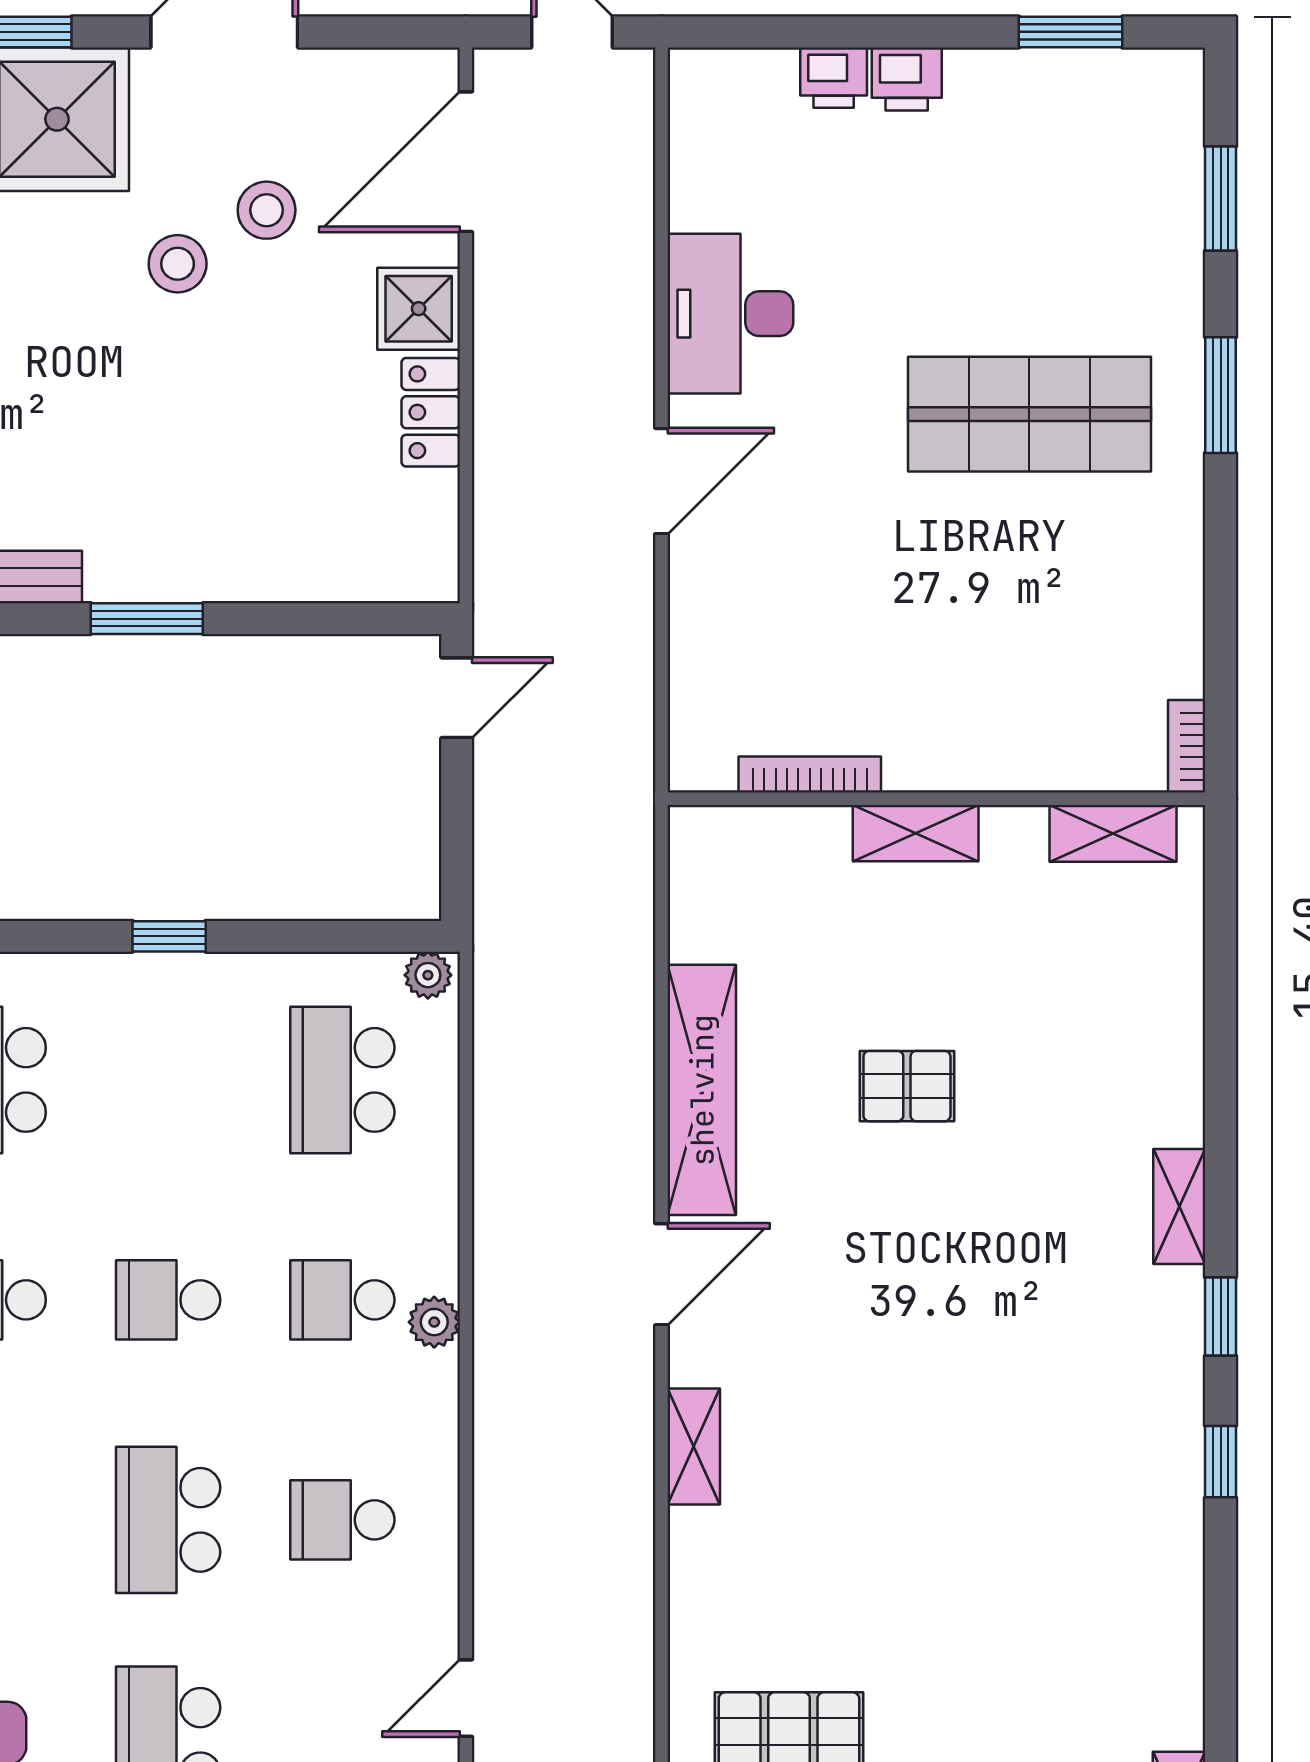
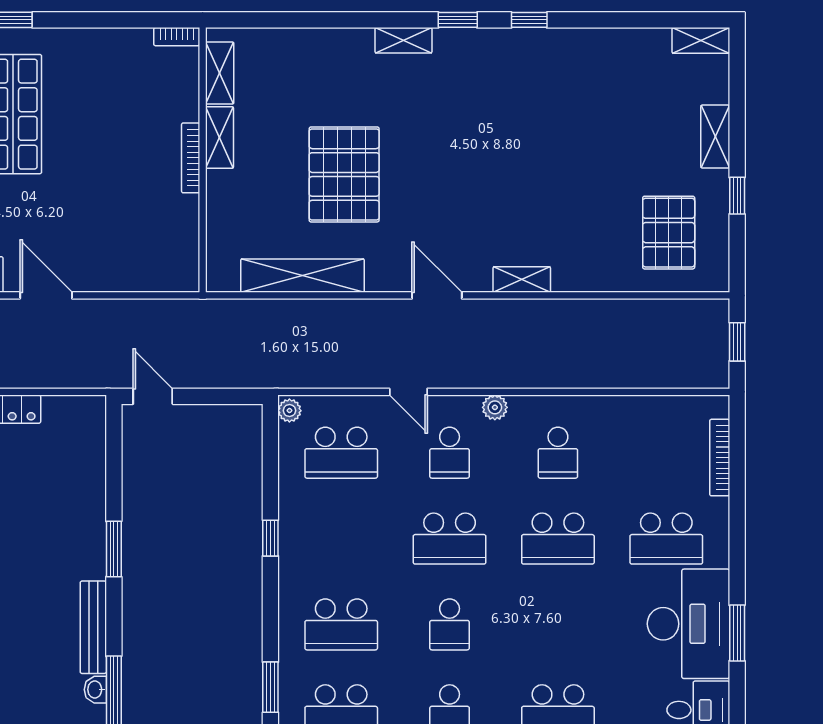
bookcase: (810, 775) -> (191, 158), moved
shelving: (916, 833) -> (220, 137), moved
pallet: (907, 1086) -> (344, 174), width x2.05, depth x2.00
shelving: (702, 1090) -> (302, 276), moved
school desk: (168, 1300) -> (450, 539), width x1.85
plant: (434, 1322) -> (495, 407), moved
door: (466, 1698) -> (408, 392), moved

